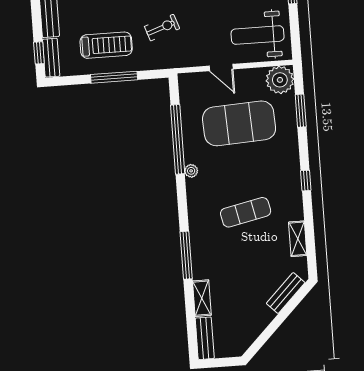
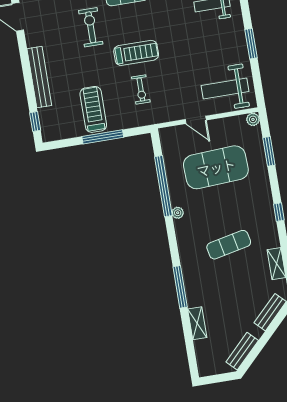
exercise bike: (162, 28) -> (141, 90), turned 109
treadmill: (106, 45) -> (93, 109), turned -90
bench: (51, 58) -> (46, 125), removed
plant: (280, 80) -> (253, 119), width x0.53, depth x0.53
bench: (205, 338) -> (242, 351), moved, turned 45

